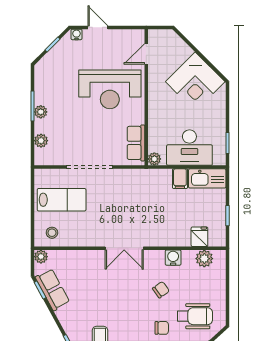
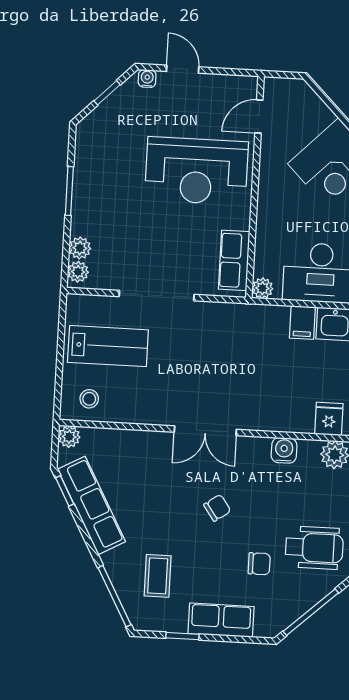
plant: (41, 112) -> (78, 272), moved
row of seats: (52, 290) -> (91, 505), width x1.48
chair: (161, 290) -> (217, 508), moved

